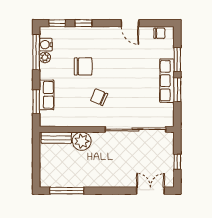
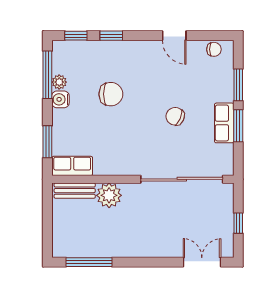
water cooler: (46, 45) -> (60, 99), moved
row of seats: (167, 81) -> (224, 123), width x0.68
row of seats: (47, 95) -> (72, 166), moved, turned -90
chair: (99, 97) -> (175, 116), moved

